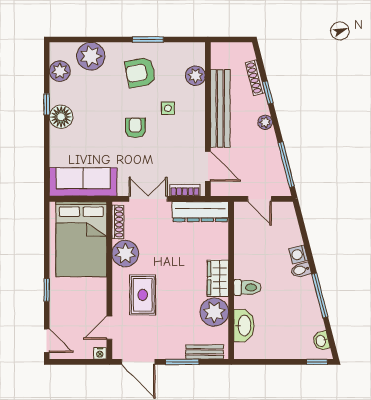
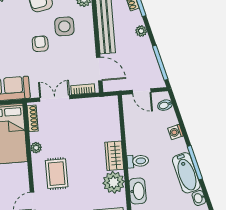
side table: (168, 108) -> (64, 26), width x1.87, depth x1.87
dresser: (200, 212) -> (96, 105), removed
plant: (125, 254) -> (36, 148), width x0.53, depth x0.53
bidet: (301, 270) -> (165, 105), moved
bathtub: (308, 307) -> (186, 173), added

